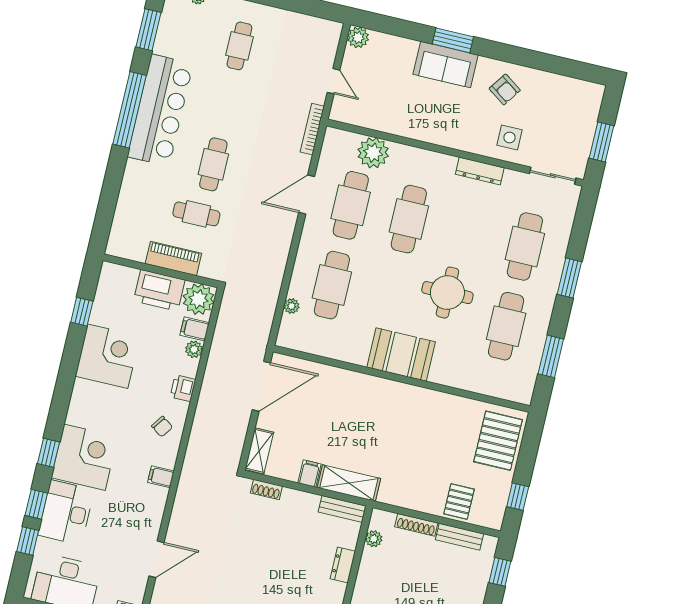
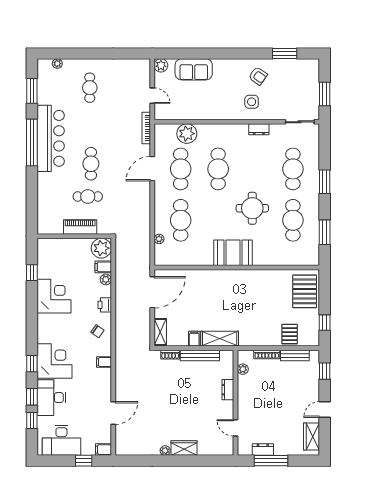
window: (453, 40) -> (285, 53), moved
sofa: (446, 65) -> (194, 69), moved
side table: (509, 138) -> (252, 102), moved
dresser: (480, 171) -> (259, 129), width x0.70
printer: (159, 290) -> (76, 248), removed
bench: (342, 509) -> (200, 356), moved, width x1.36

